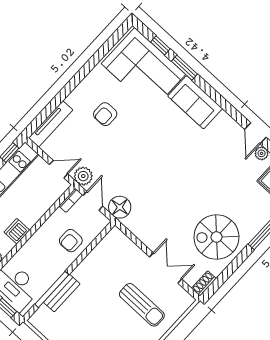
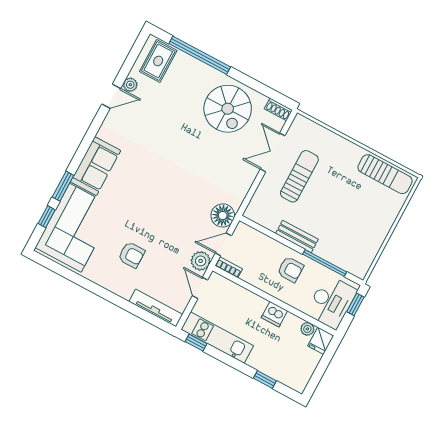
armchair: (71, 241) -> (290, 269), moved
bench: (62, 293) -> (297, 236), moved
sun lounger: (142, 305) -> (299, 176), moved

